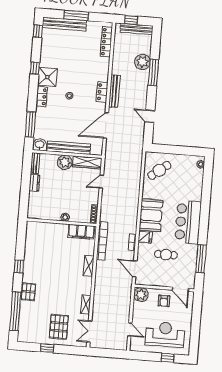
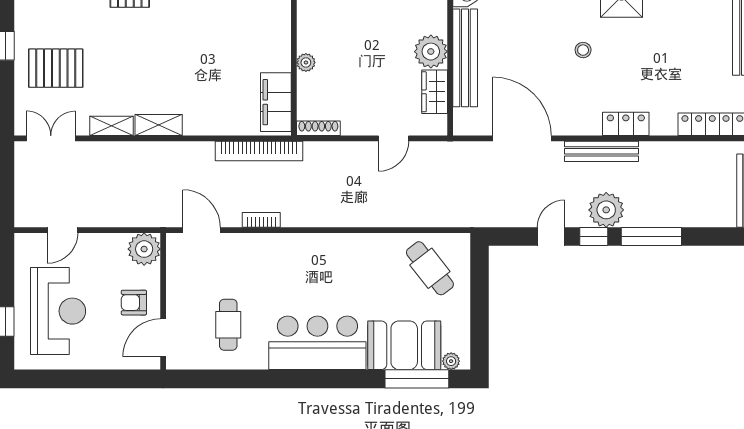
plant: (142, 62) -> (606, 210), moved
locker: (102, 92) -> (626, 124), moved
window: (151, 98) -> (594, 237), added
wardrobe: (87, 162) -> (435, 92), width x0.67
door: (101, 182) -> (394, 138), swing flipped
booth: (151, 215) -> (404, 345), moved
fridge: (145, 237) -> (275, 248), removed
cafe table: (166, 255) -> (228, 325), moved
window: (201, 259) -> (417, 379), moved
shelving: (89, 266) -> (159, 125), moved
door: (135, 269) -> (202, 230), hinge flipped

